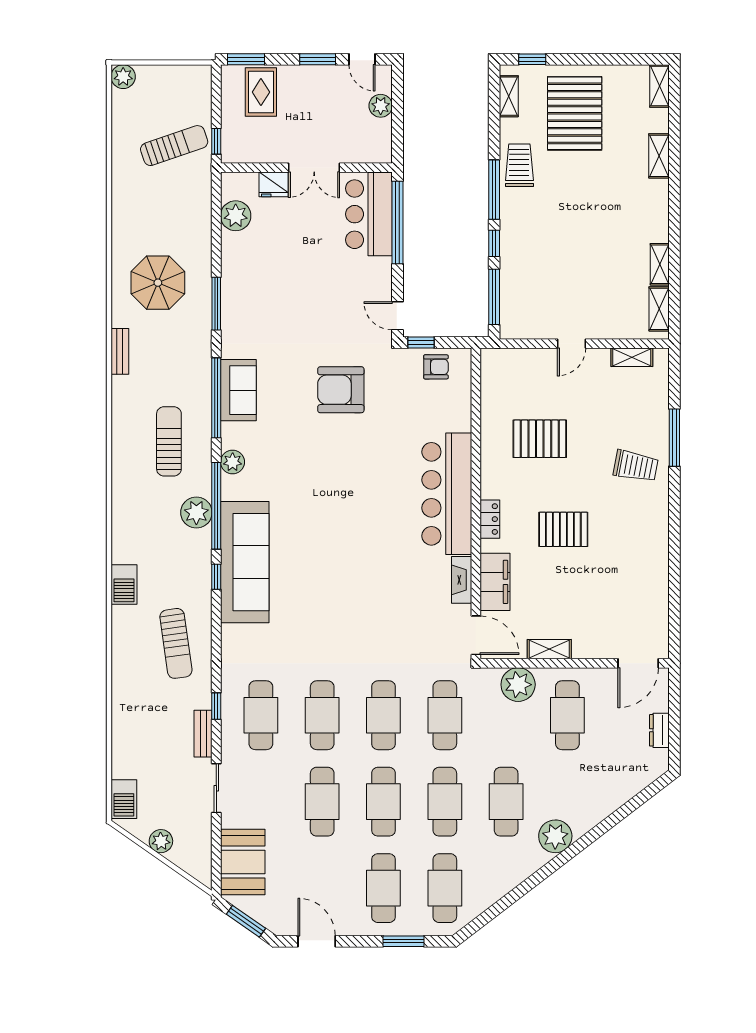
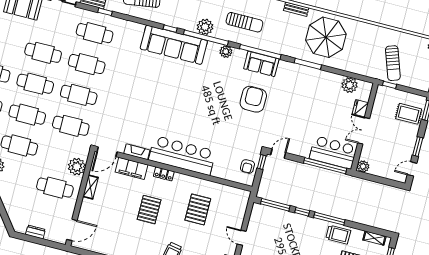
plant: (381, 106) -> (363, 166), moved
parasol: (158, 283) -> (326, 37), width x1.36, depth x1.36
armchair: (341, 390) -> (253, 99), moved
door: (638, 663) -> (72, 230), swing flipped

